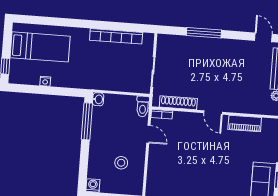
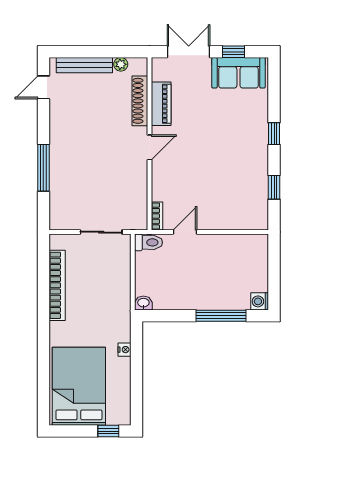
bed: (40, 47) -> (79, 386), width x1.50
nightstand: (45, 81) -> (125, 350), moved
shoe rack: (178, 103) -> (140, 101), moved
window: (87, 121) -> (221, 316), moved
stool: (121, 163) -> (226, 266), removed

